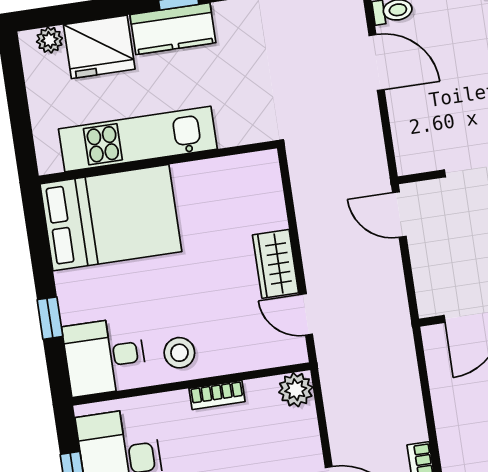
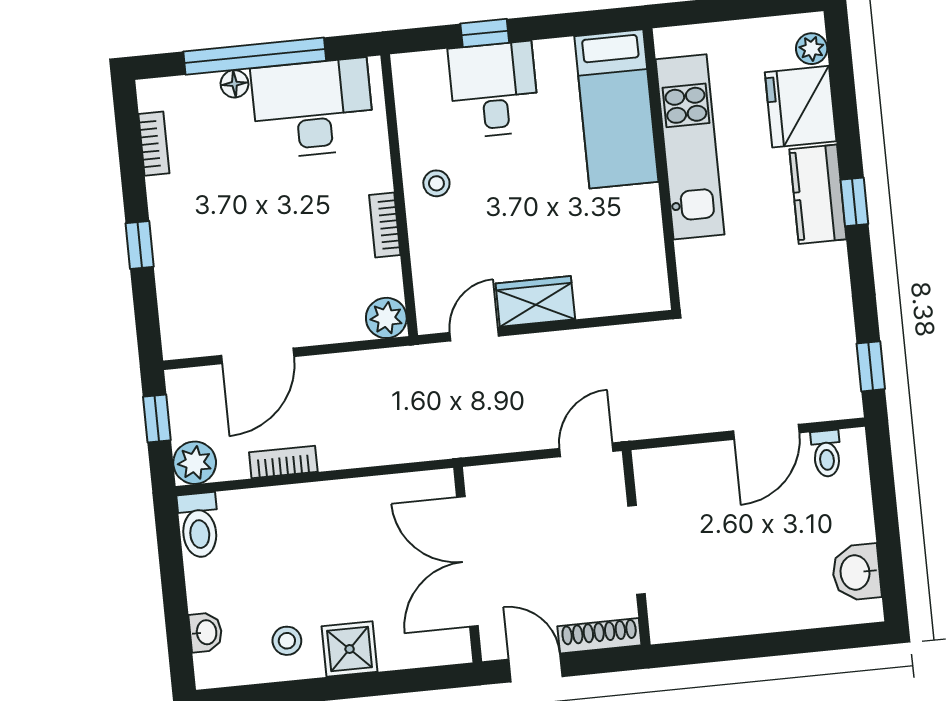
bed: (111, 218) -> (616, 109), width x0.67
stool: (179, 353) -> (436, 183), width x0.73, depth x0.73
desk: (105, 357) -> (494, 90), moved

